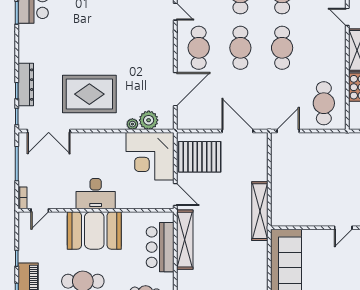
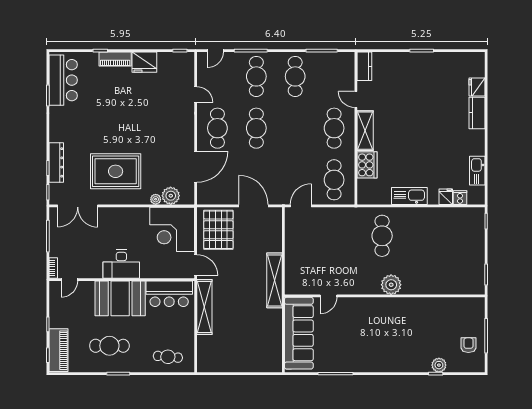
cafe table: (282, 48) -> (334, 128), moved
pallet: (200, 157) -> (218, 230), turned 90
door: (343, 228) -> (328, 296), moved
bar counter: (160, 247) -> (169, 294), moved, turned -90

